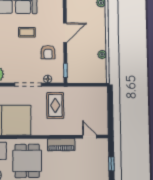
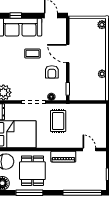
door: (65, 33) -> (68, 54), swing flipped

